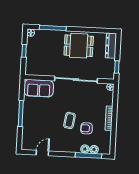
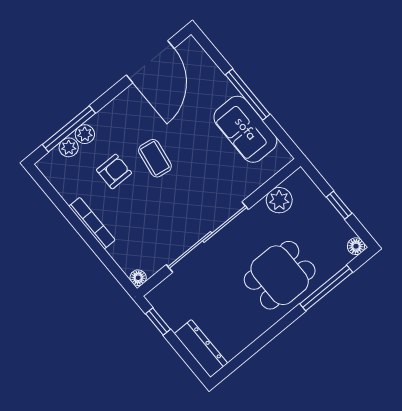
dining table: (79, 46) -> (280, 275), moved
plant: (42, 70) -> (279, 200), added
sofa: (39, 88) -> (245, 129), moved, turned -90
door: (42, 153) -> (150, 62), width x1.88

